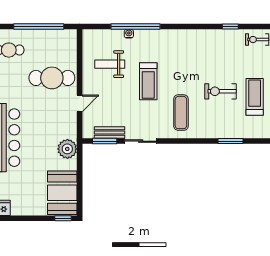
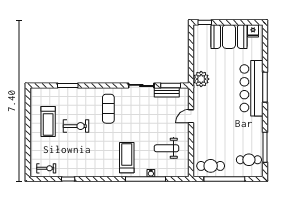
weight bench: (110, 64) -> (166, 148), turned 180
cafe table: (52, 78) -> (211, 166), moved, width x0.73, depth x0.74
treadmill: (148, 81) -> (127, 158), moved
booth: (62, 193) -> (229, 37), moved, turned 90

